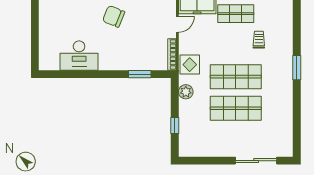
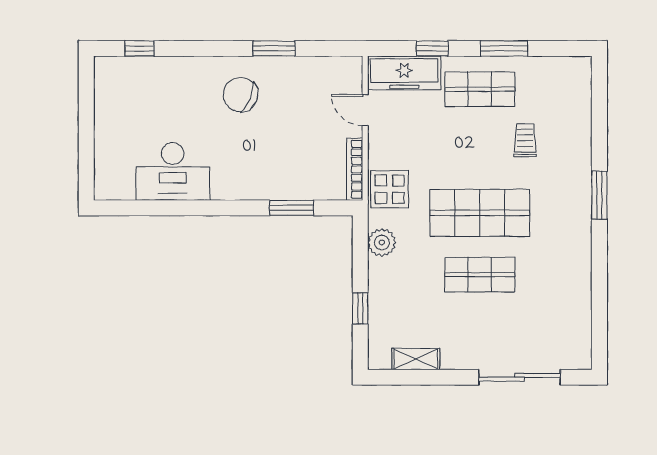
door: (177, 24) -> (365, 110), swing flipped
shop shelf: (236, 108) -> (480, 275), width x0.70, depth x0.74
shelving: (203, 151) -> (416, 359), added

